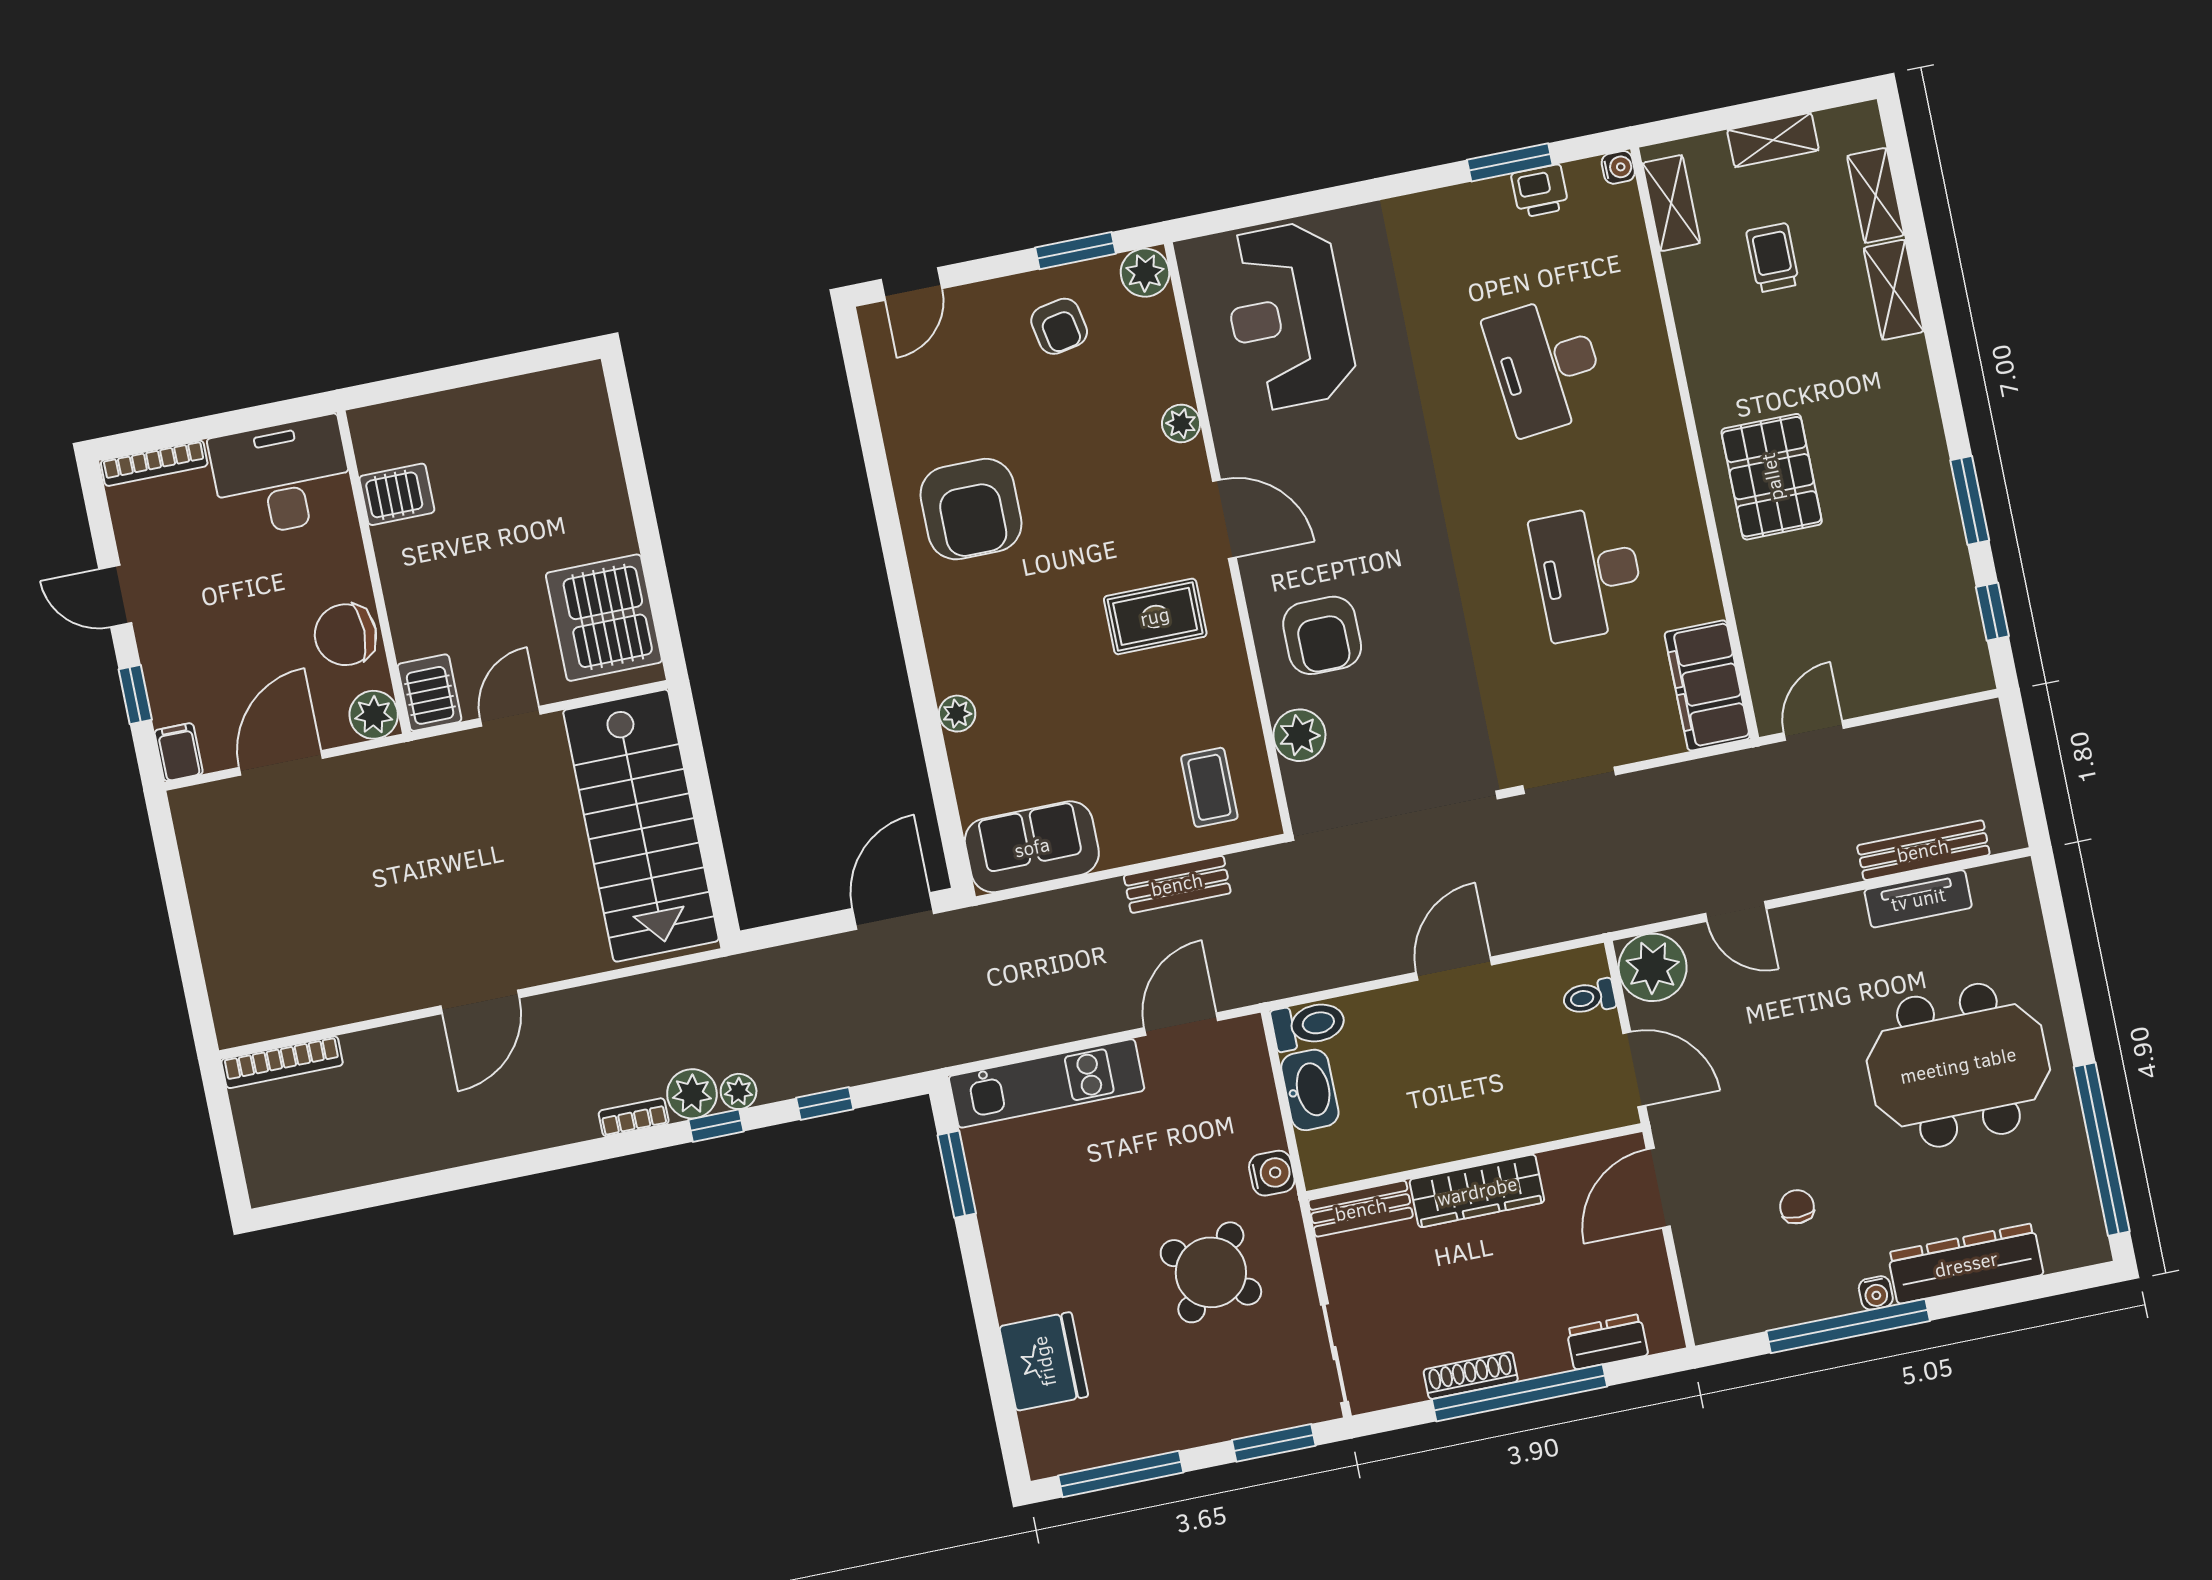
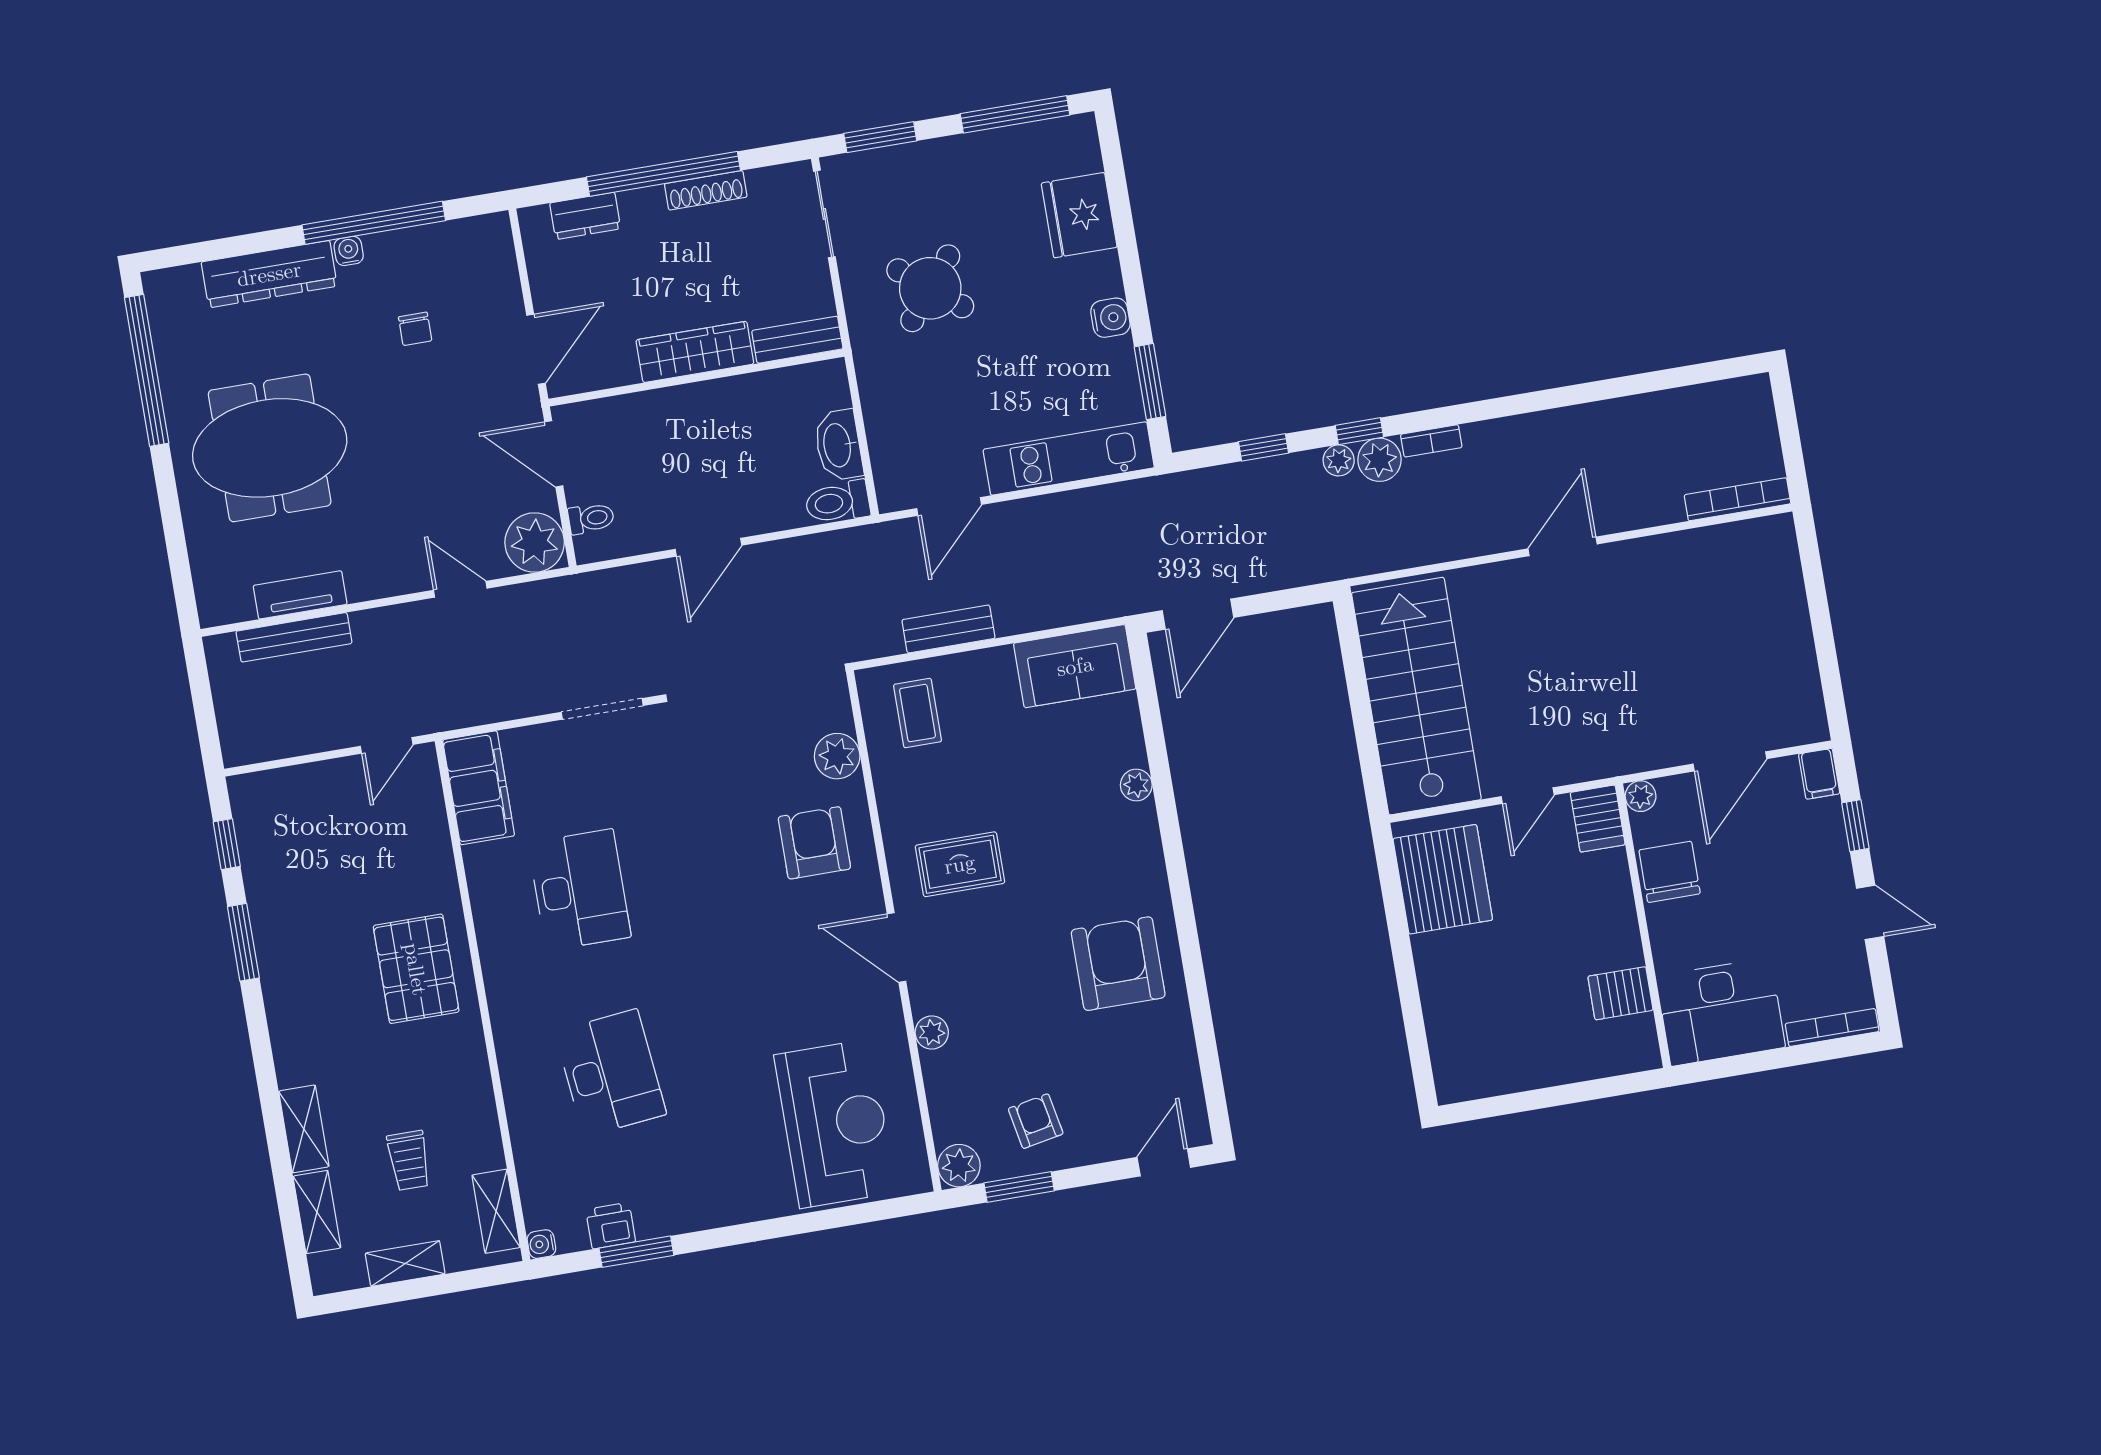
chair: (345, 635) -> (1670, 872), turned -90
plant: (374, 715) -> (1641, 796), width x0.73, depth x0.73
water cooler: (1272, 1173) -> (1110, 318), moved, turned 180

